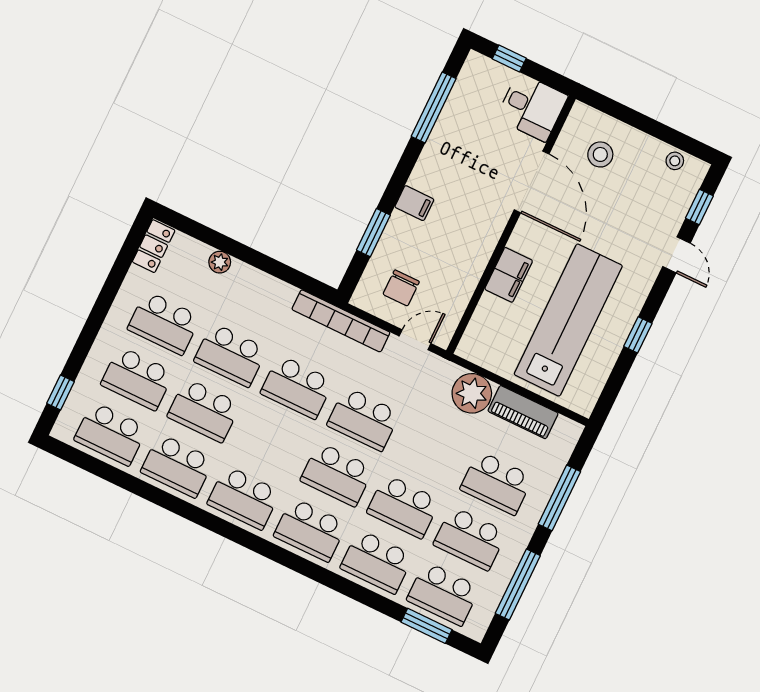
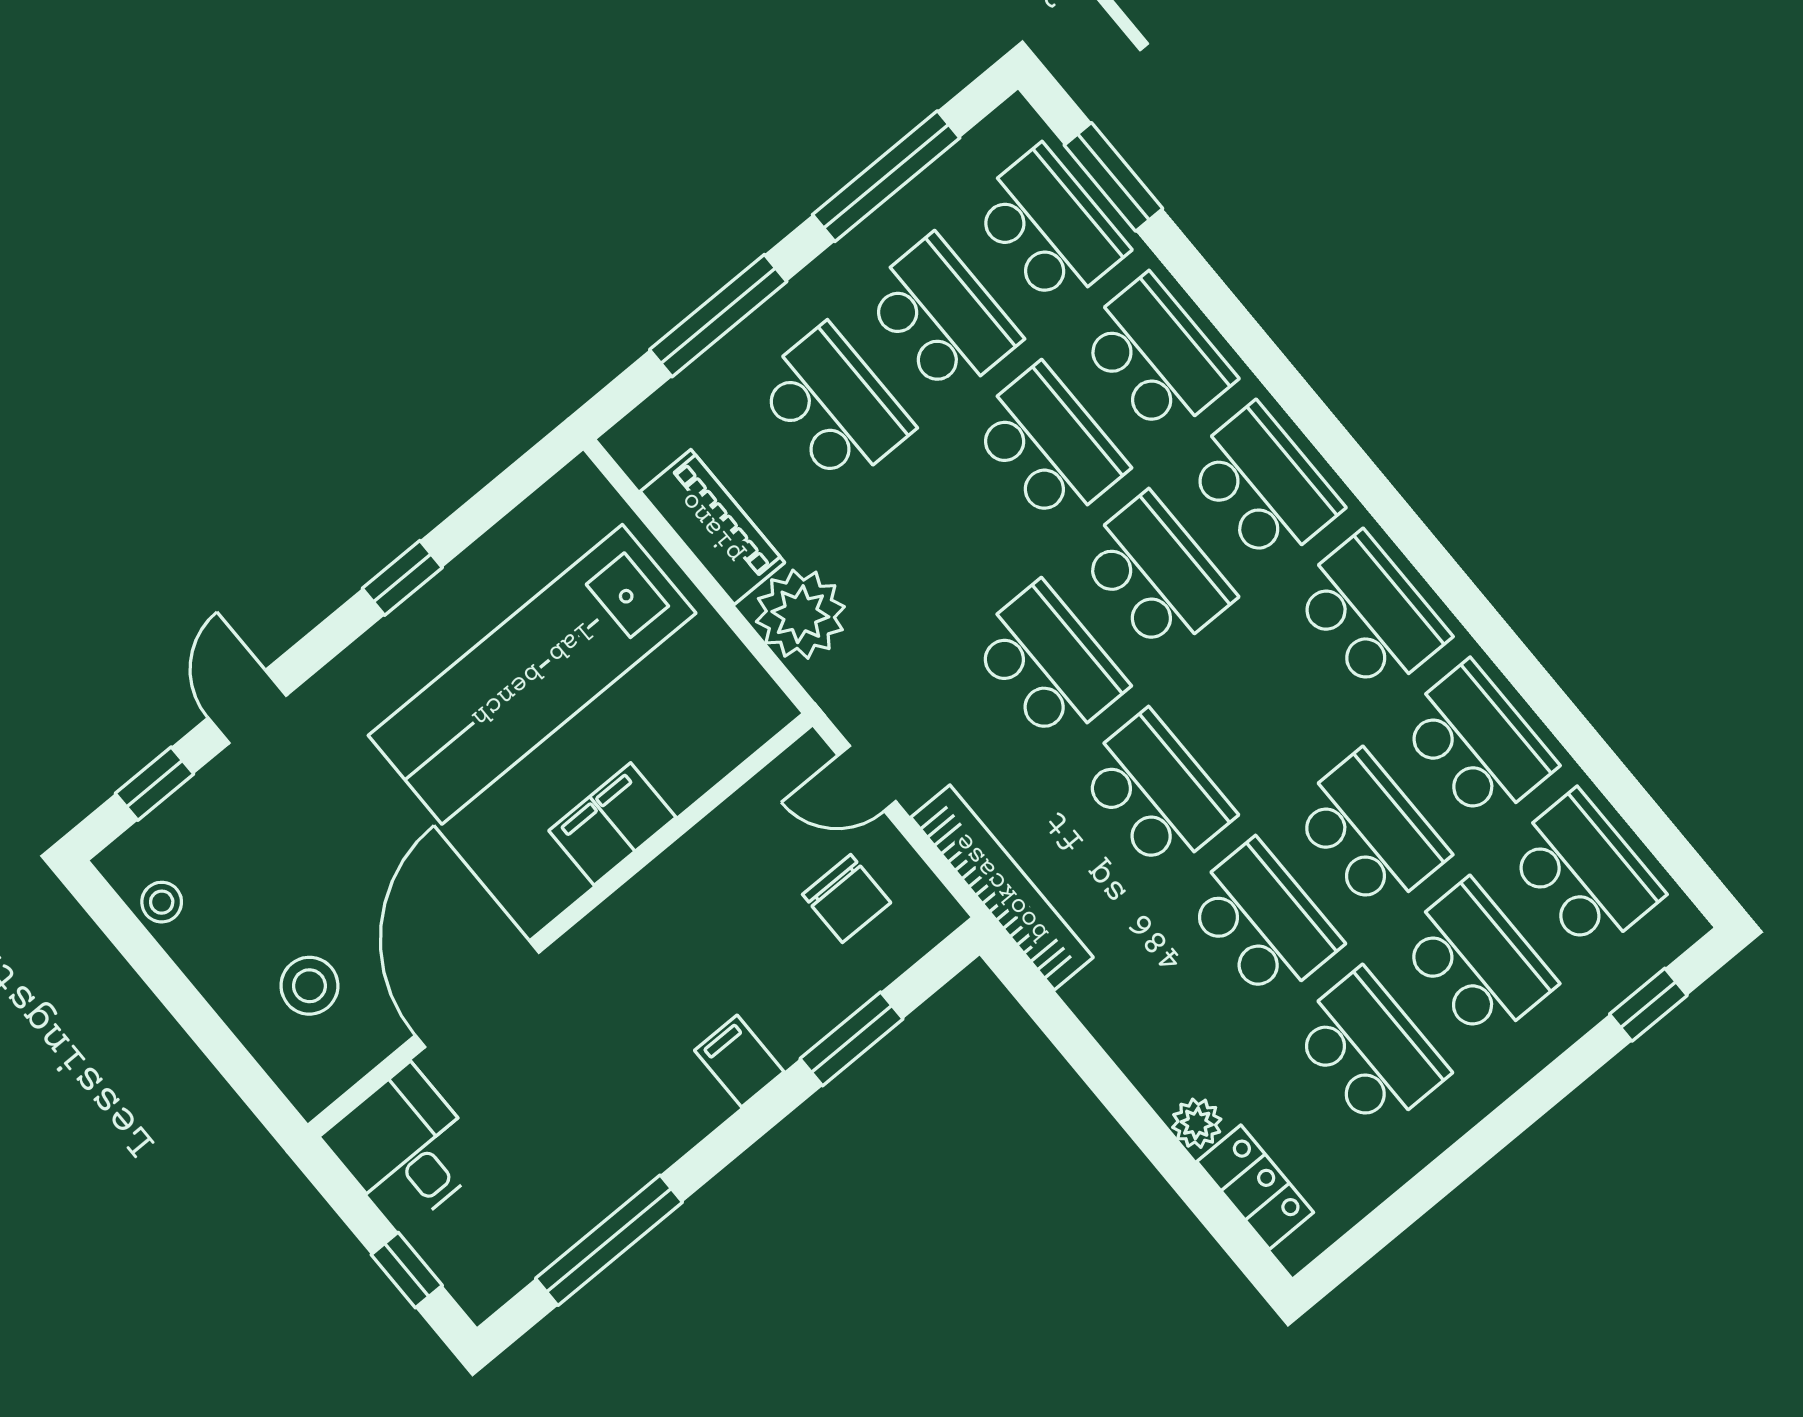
locker: (154, 246) -> (1255, 1187), moved, turned 90
chair: (401, 288) -> (847, 899), turned 90

